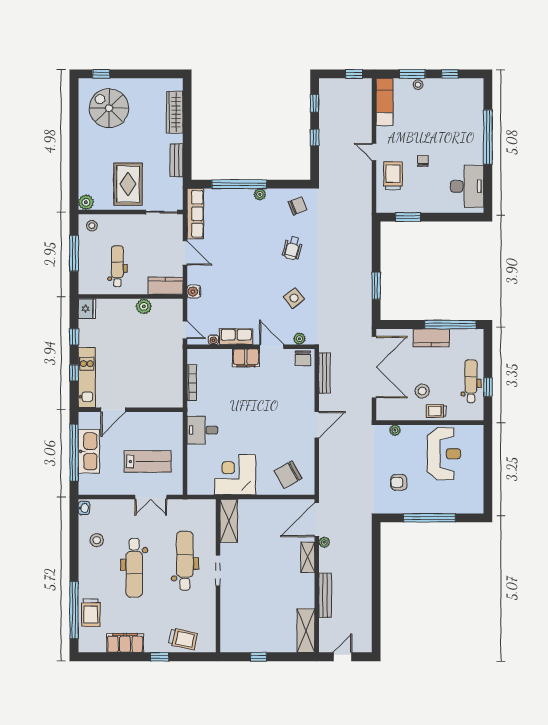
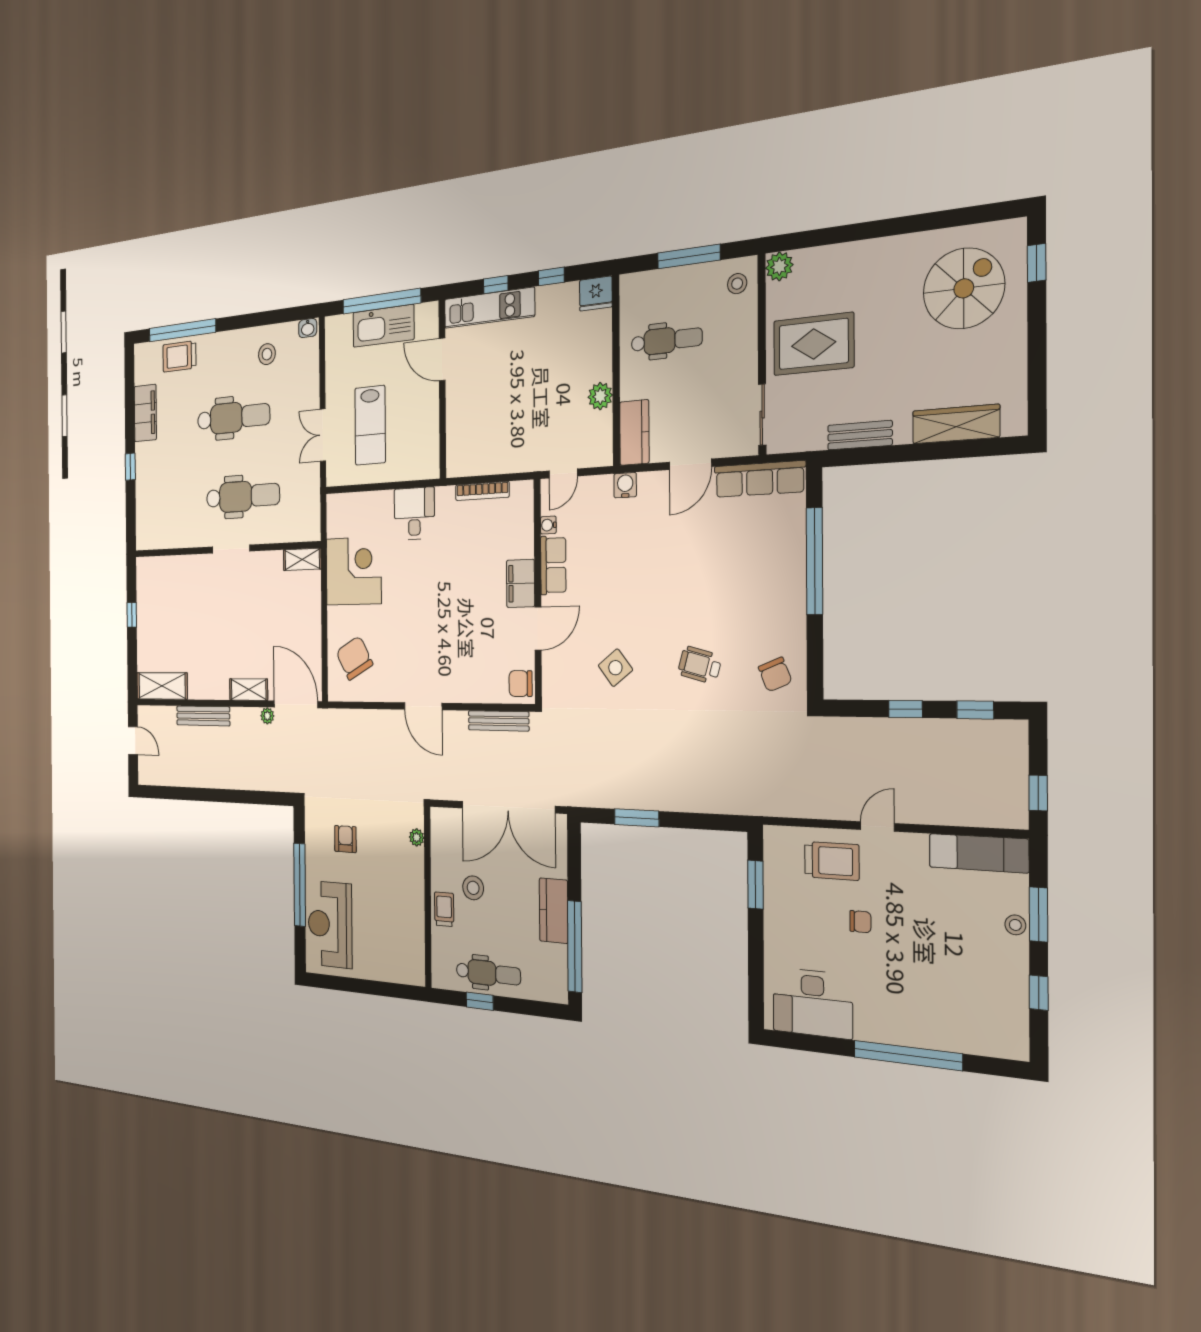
plant: (260, 194) -> (796, 602), removed
plant: (299, 339) -> (551, 677), removed
reception desk: (444, 454) -> (330, 924), moved, turned 90
shelving: (229, 521) -> (302, 559), width x0.67, depth x0.75
dental chair: (134, 568) -> (233, 417), turned 180
trolley: (183, 639) -> (151, 500), removed

